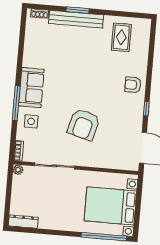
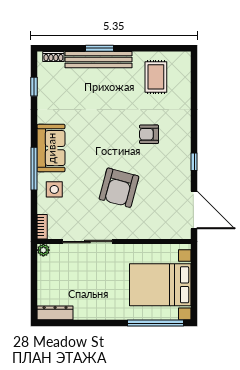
window: (22, 37) -> (34, 87), added
armchair: (133, 85) -> (149, 134), moved

